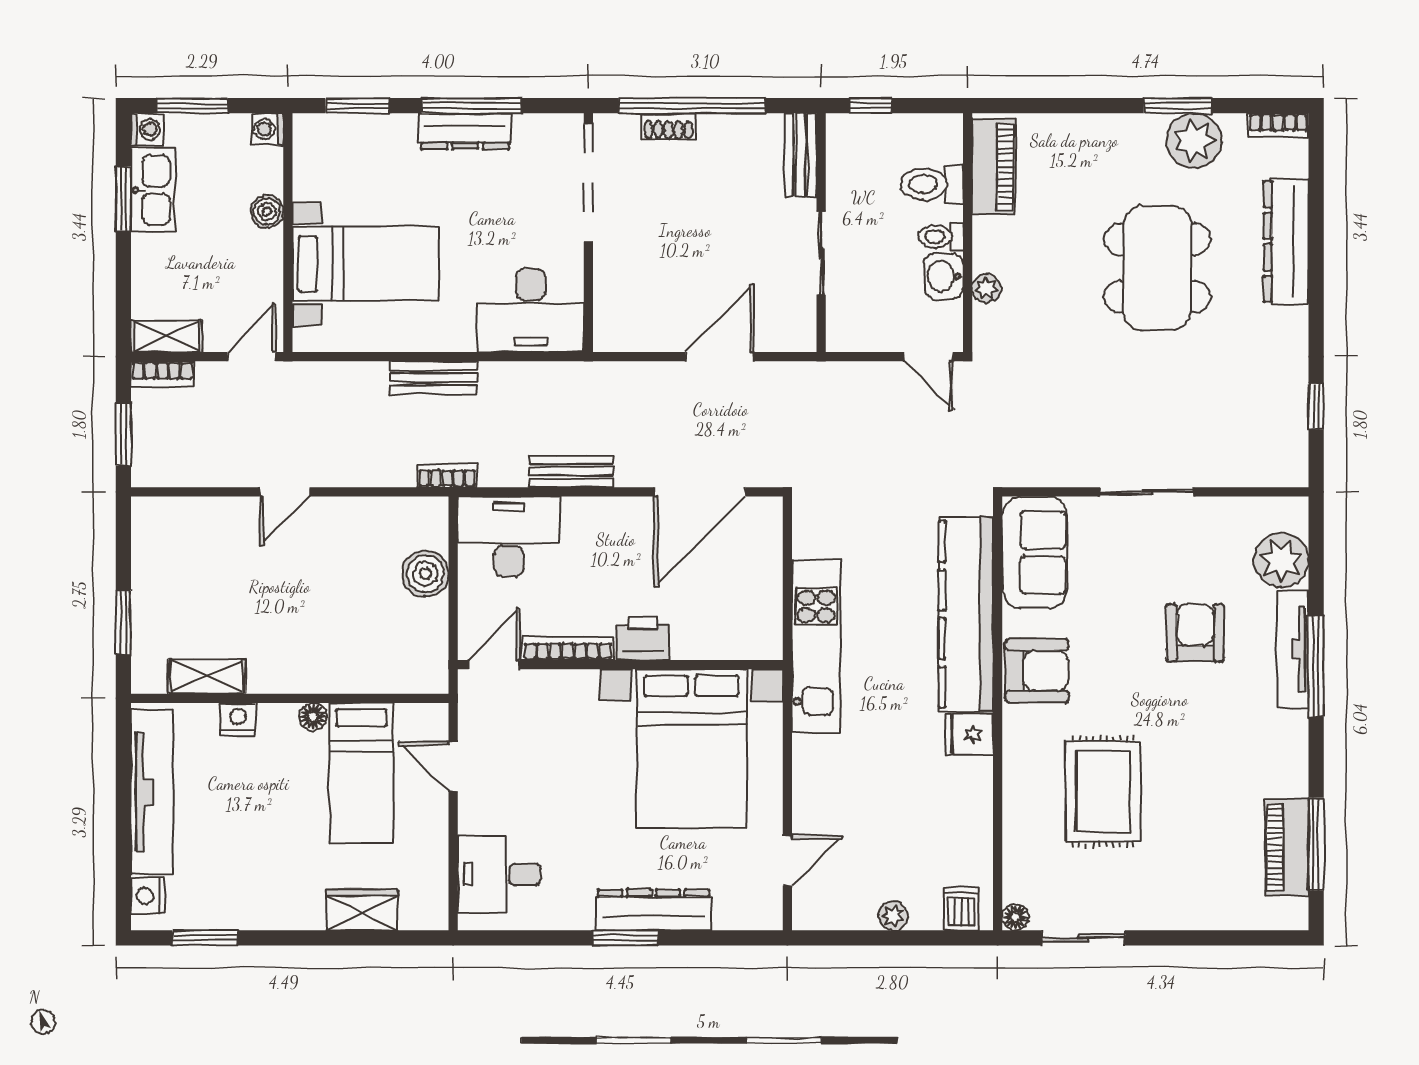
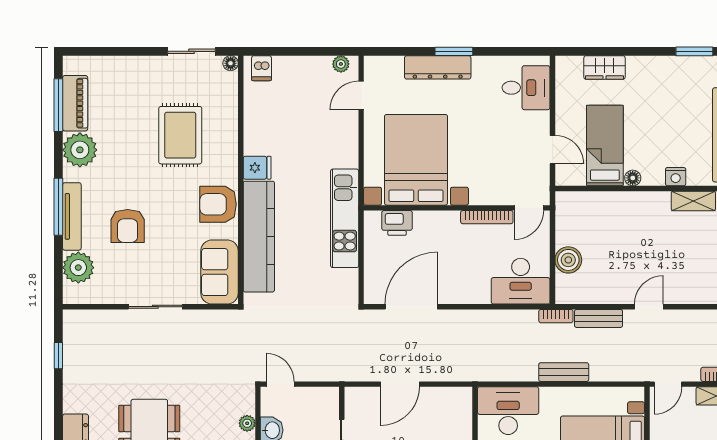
bench: (571, 471) -> (599, 318), moved
printer: (643, 638) -> (397, 223), moved
plant: (1279, 766) -> (80, 150), added
plant: (893, 916) -> (341, 64), moved

